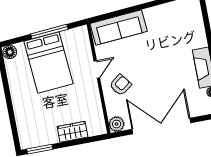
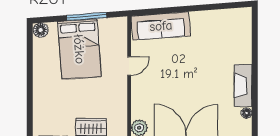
armchair: (121, 85) -> (151, 87), removed

